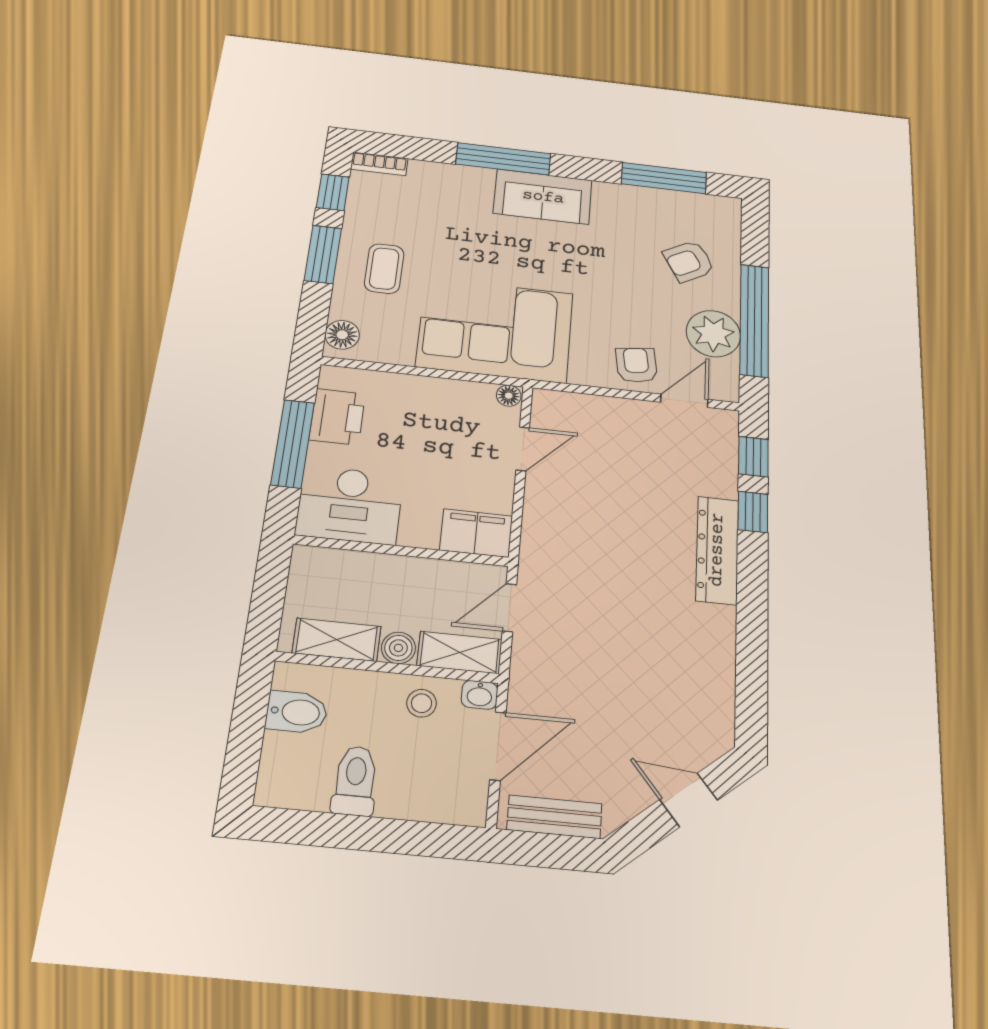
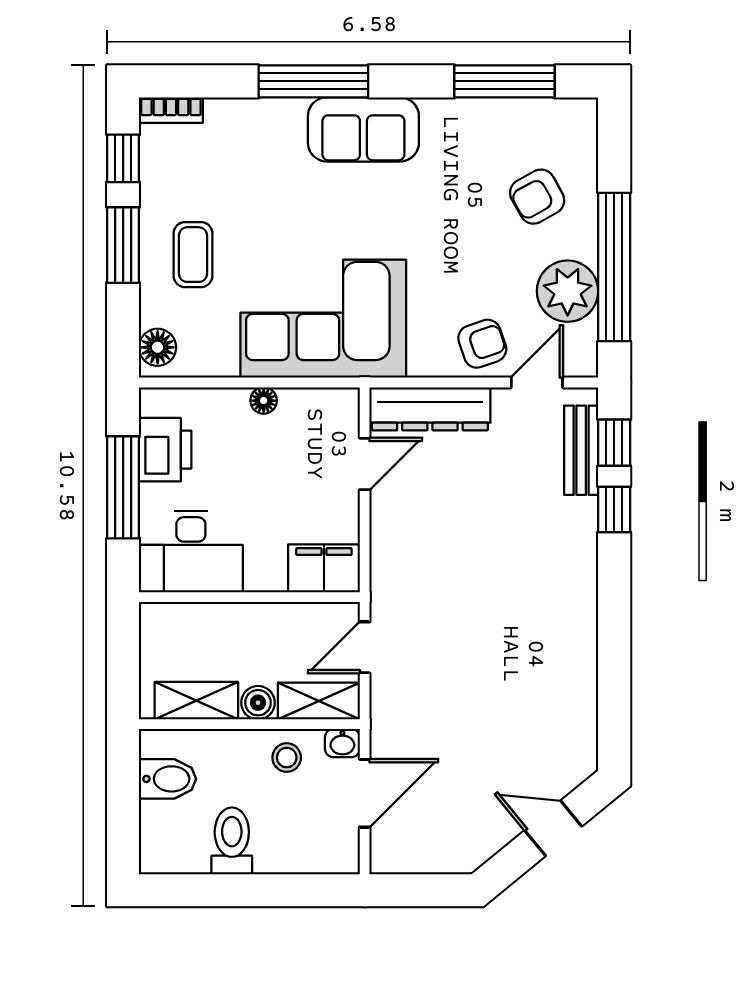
armchair: (636, 365) -> (482, 344), turned 79
floor lamp: (509, 396) -> (264, 401), moved
dresser: (717, 550) -> (430, 409), moved, turned -90
bench: (554, 817) -> (581, 450), moved, turned 90

